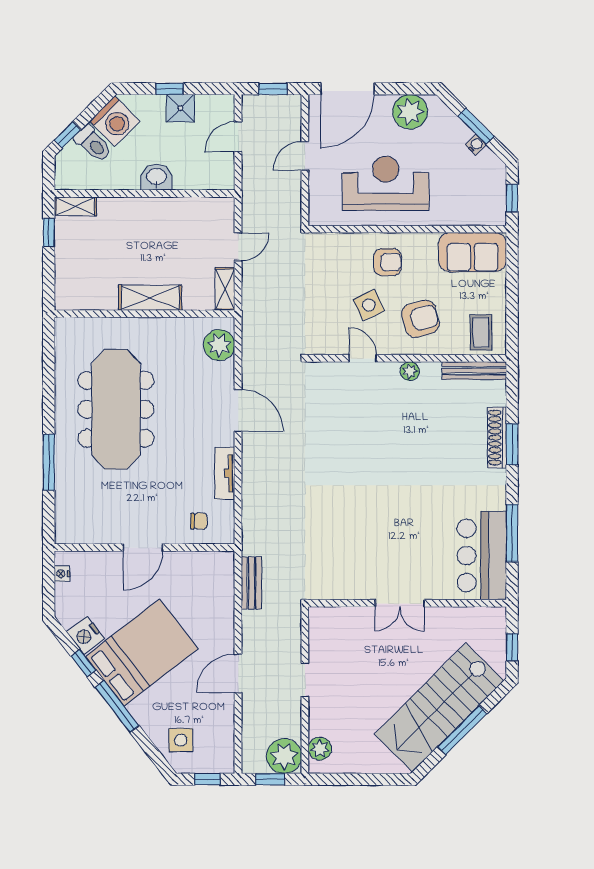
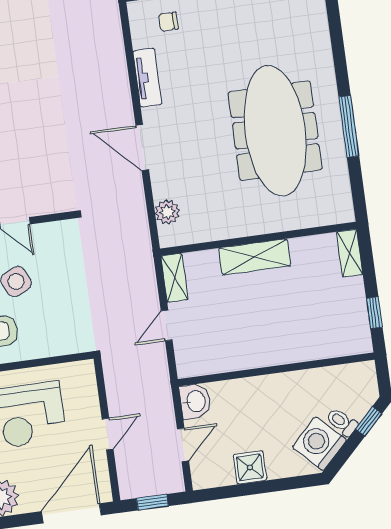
window: (170, 89) -> (265, 487), removed
toilet: (93, 144) -> (342, 422), width x0.73, depth x0.72
washbasin: (157, 177) -> (195, 401), moved, turned -90
shelving: (75, 206) -> (350, 253), moved, turned 90
plant: (219, 345) -> (167, 212), width x0.73, depth x0.73
window: (49, 462) -> (349, 126), moved

